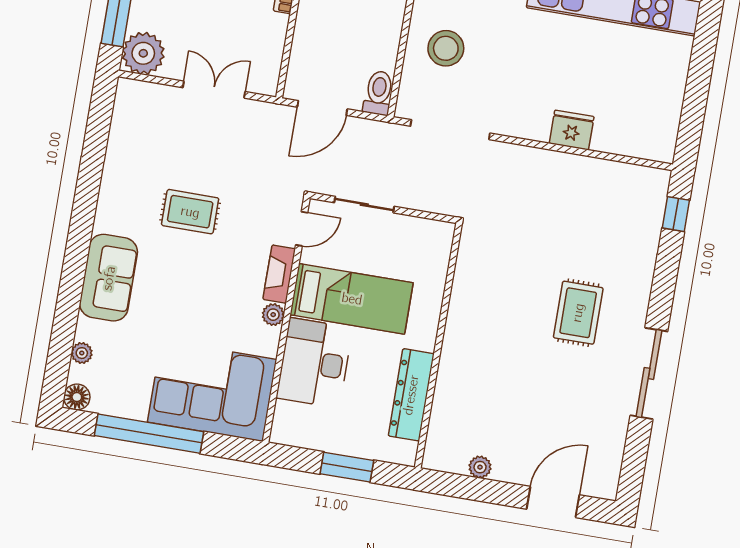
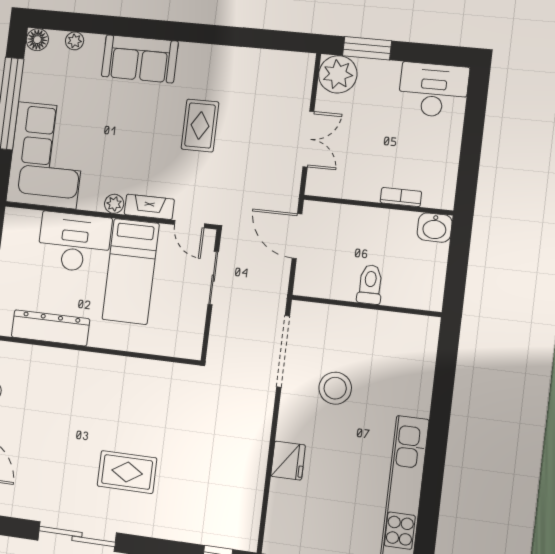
stool: (446, 48) -> (335, 388), moved
toilet: (378, 93) -> (370, 284), moved, turned -90

